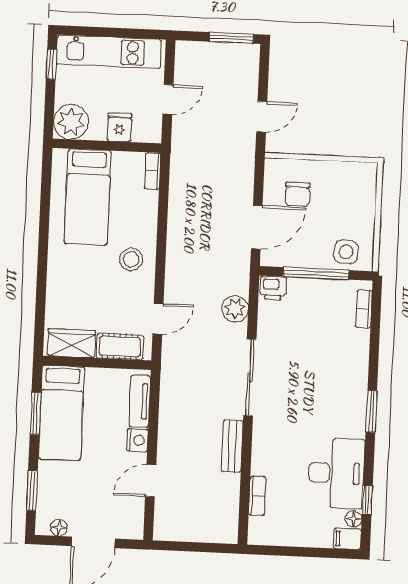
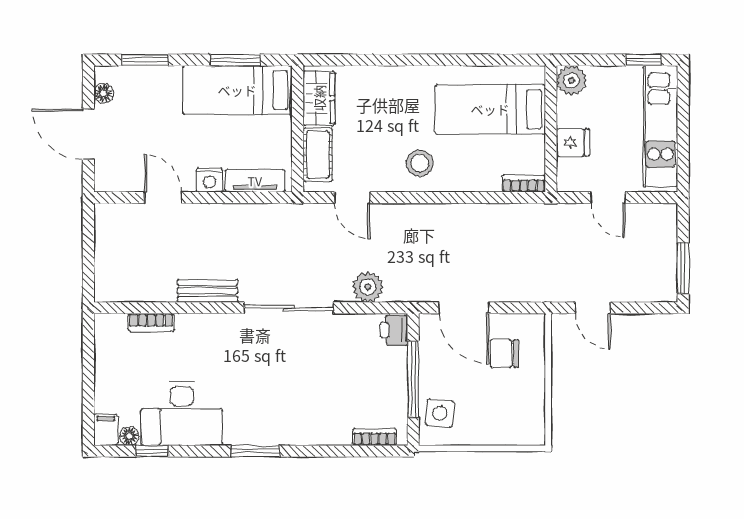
plant: (71, 122) -> (571, 80), width x0.73, depth x0.73

